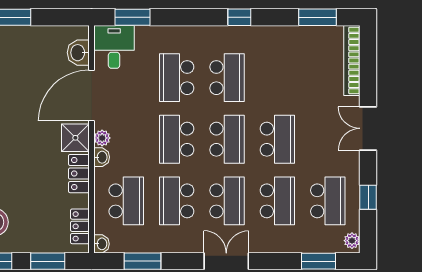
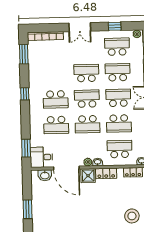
school desk: (227, 78) -> (56, 99), turned 180

